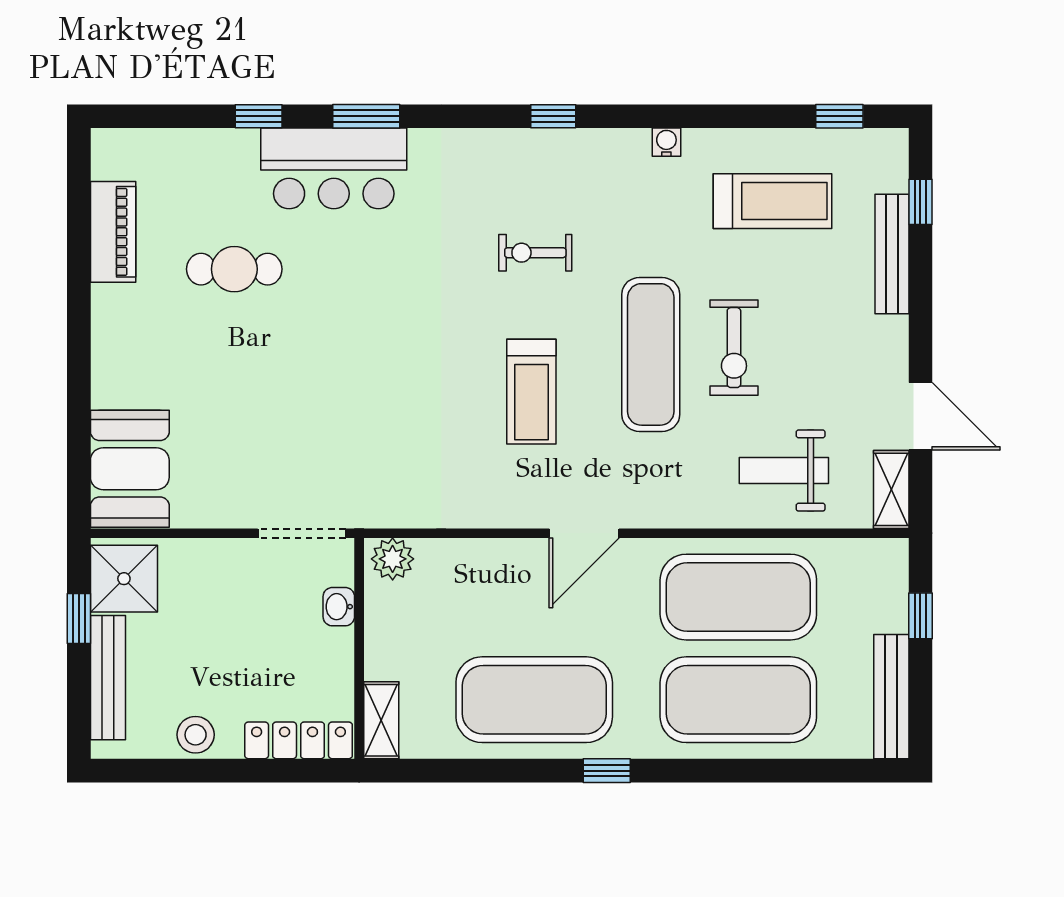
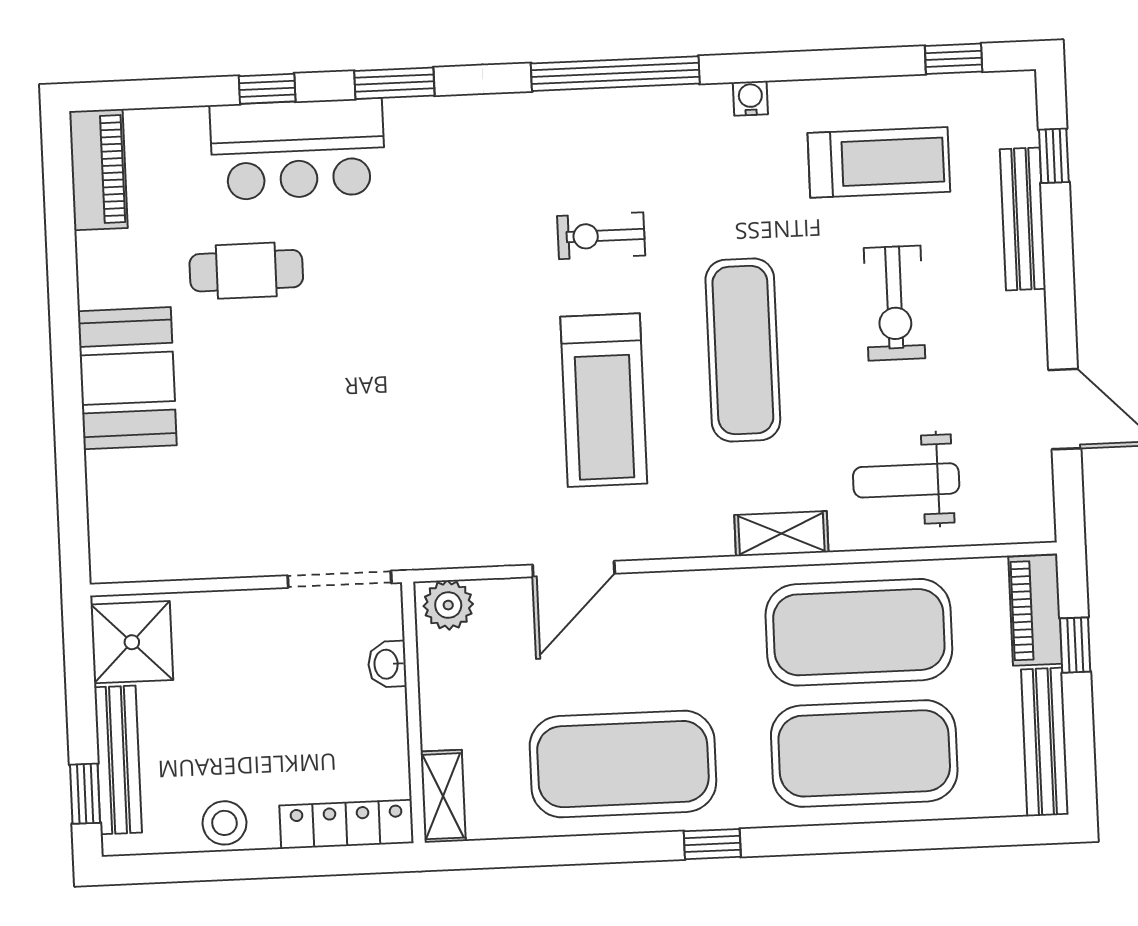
window: (553, 116) -> (615, 74), width x3.17
bar counter: (334, 168) -> (298, 149), moved
piano: (113, 232) -> (98, 170), moved
exercise bike: (734, 348) -> (894, 303), moved
treadmill: (531, 392) -> (604, 400), width x1.37, depth x1.38
booth: (130, 469) -> (127, 378), moved
shelving: (891, 489) -> (781, 534), moved, turned 90
door: (584, 533) -> (574, 569), moved
piano: (888, 585) -> (1035, 610), added
window: (79, 619) -> (85, 794), moved

